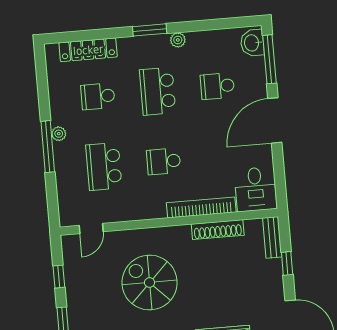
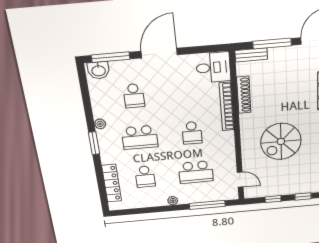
door: (275, 120) -> (159, 53), swing flipped
window: (48, 147) -> (207, 205), moved
window: (287, 263) -> (272, 44), width x2.17

